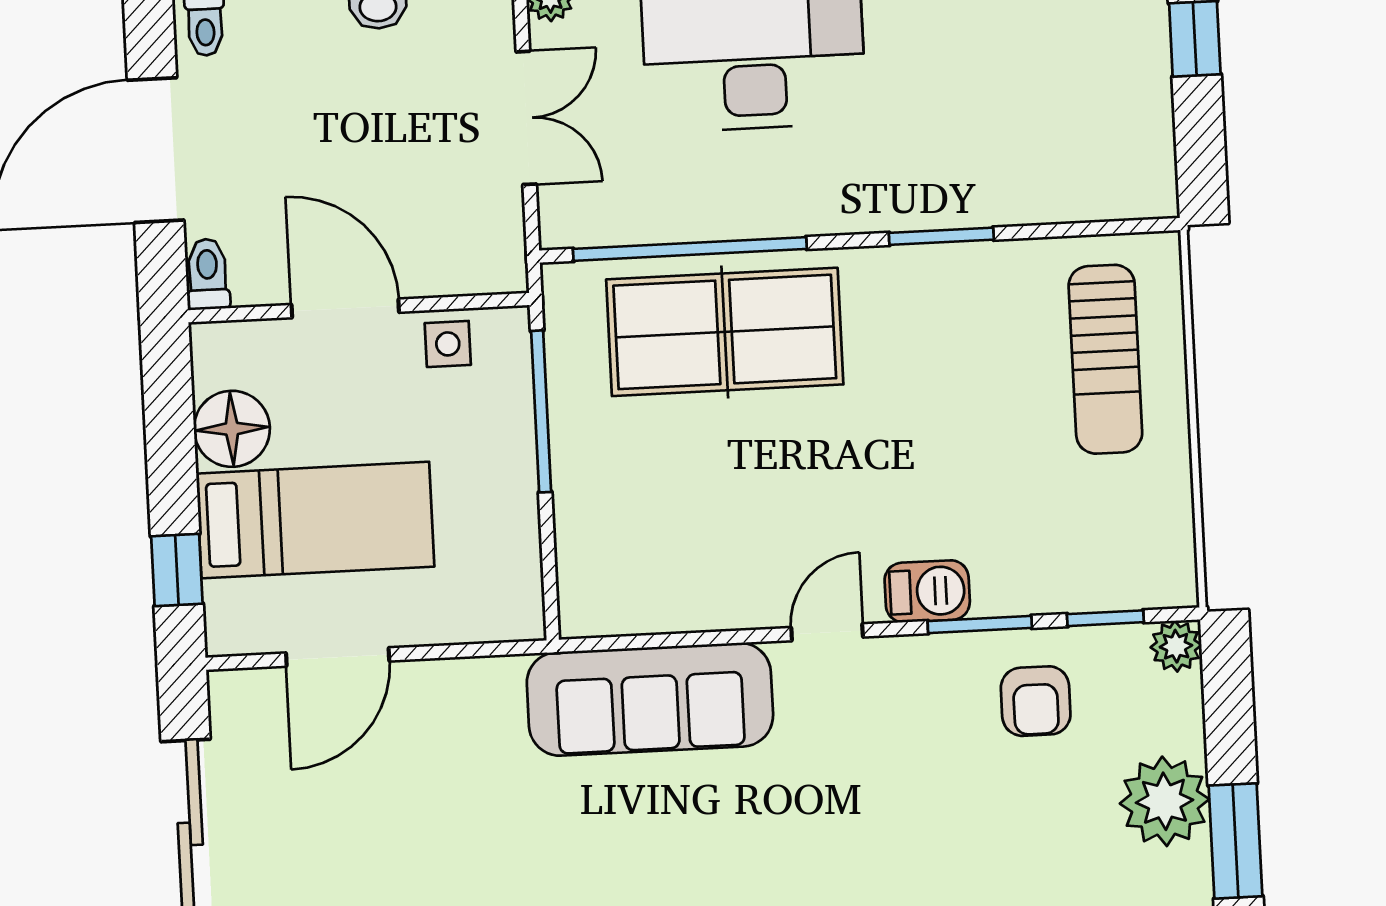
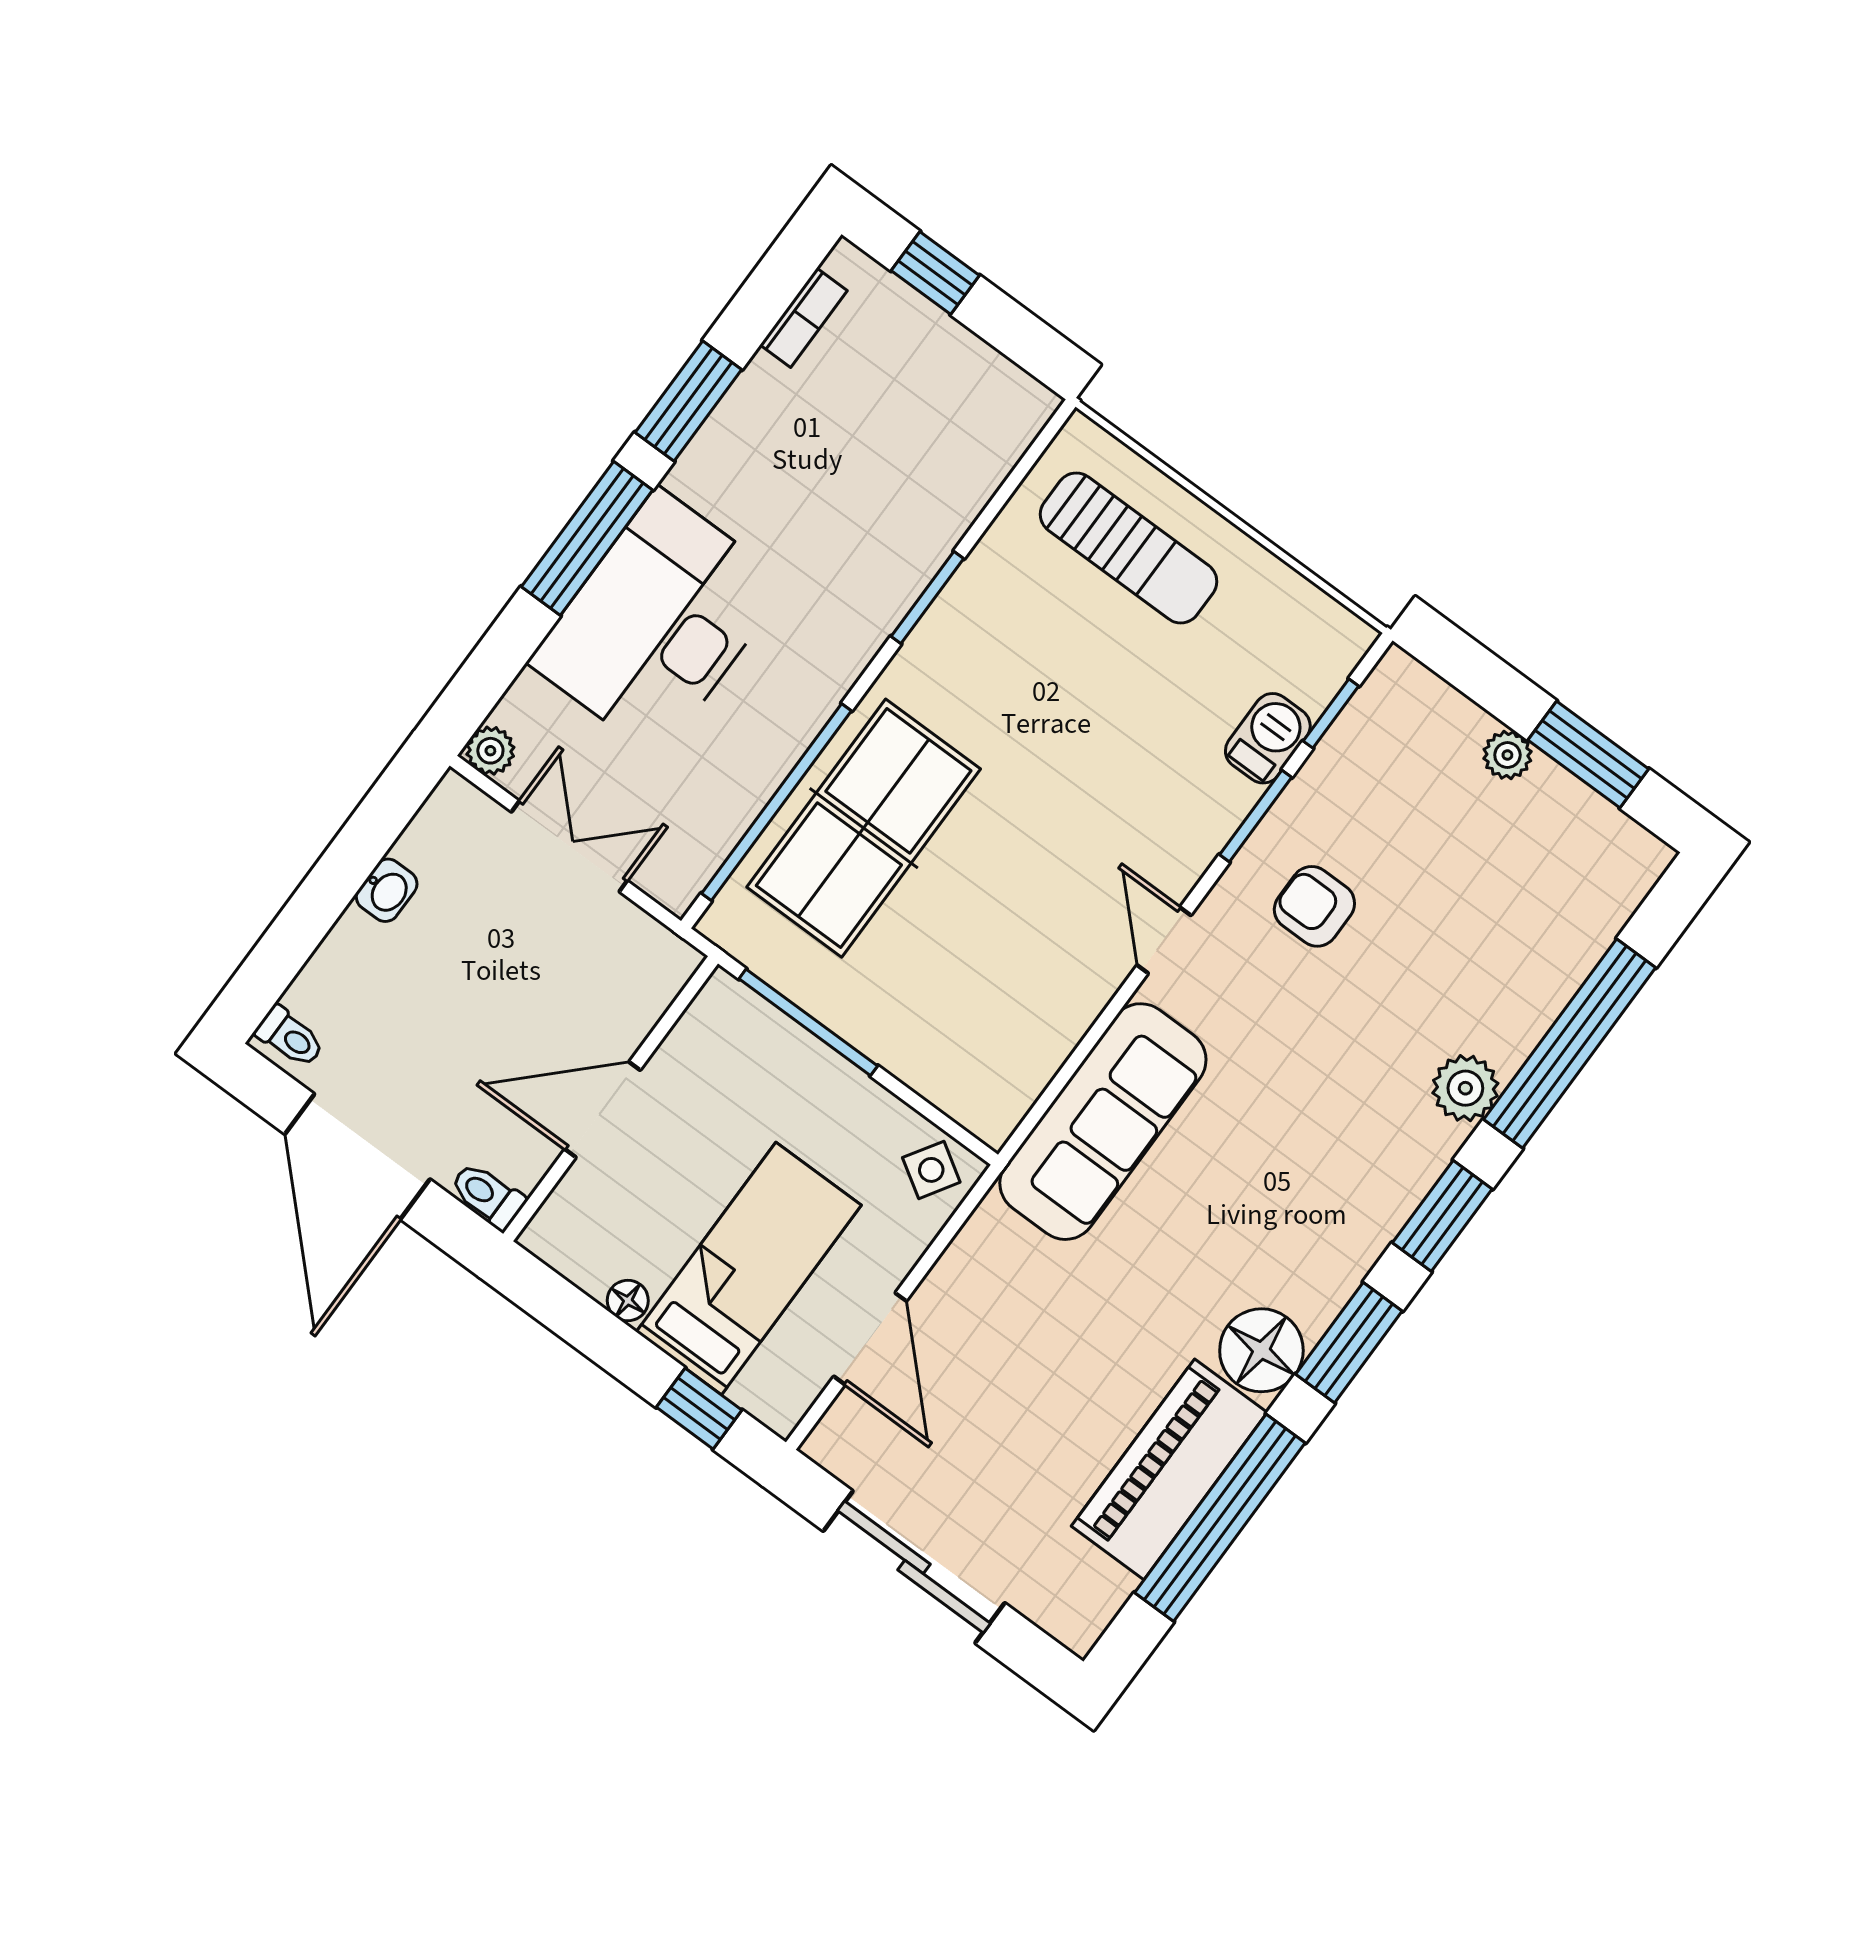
side table: (448, 344) -> (931, 1170), moved, turned 32
floor lamp: (232, 429) -> (628, 1301), width x0.53, depth x0.53
barbecue: (927, 591) -> (1268, 738), moved
plant: (1176, 646) -> (1398, 676), removed
armchair: (1036, 701) -> (1314, 906), moved, turned 180
plant: (1164, 801) -> (1507, 755), width x0.53, depth x0.53

